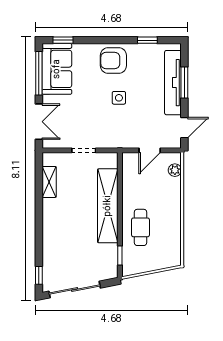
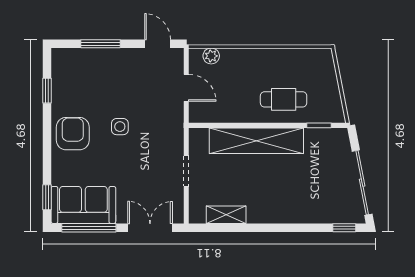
armchair: (113, 61) -> (73, 134), turned 180
tv unit: (173, 83) -> (101, 58), removed

